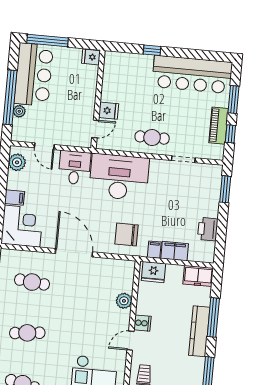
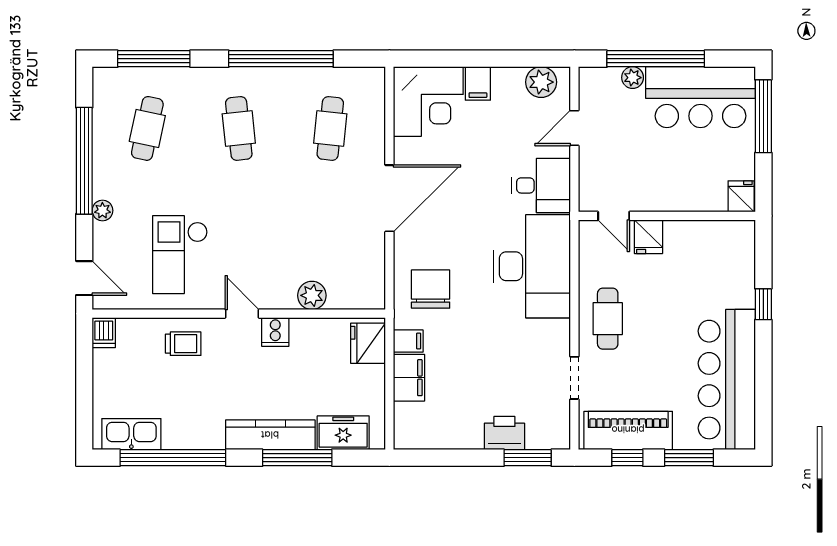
piano: (219, 126) -> (628, 430), width x1.37, depth x1.33
printer: (208, 229) -> (504, 433), moved
freezer: (198, 276) -> (343, 433), moved, turned 90

